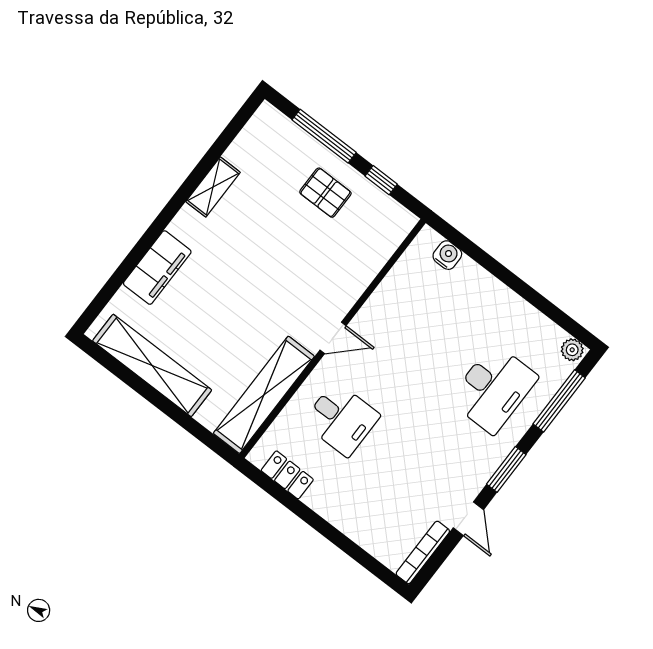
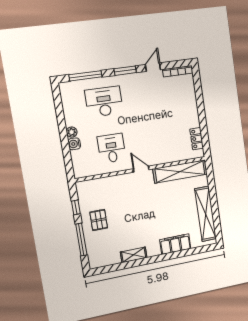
water cooler: (447, 255) -> (74, 144), moved
plant: (572, 350) -> (72, 132), moved
desk: (341, 419) -> (112, 148), moved

